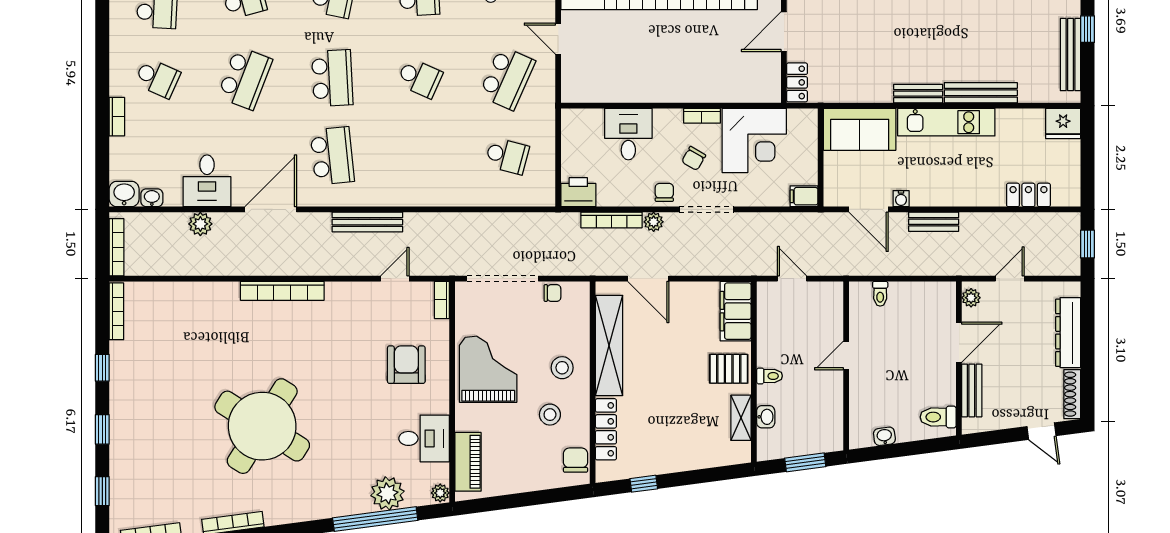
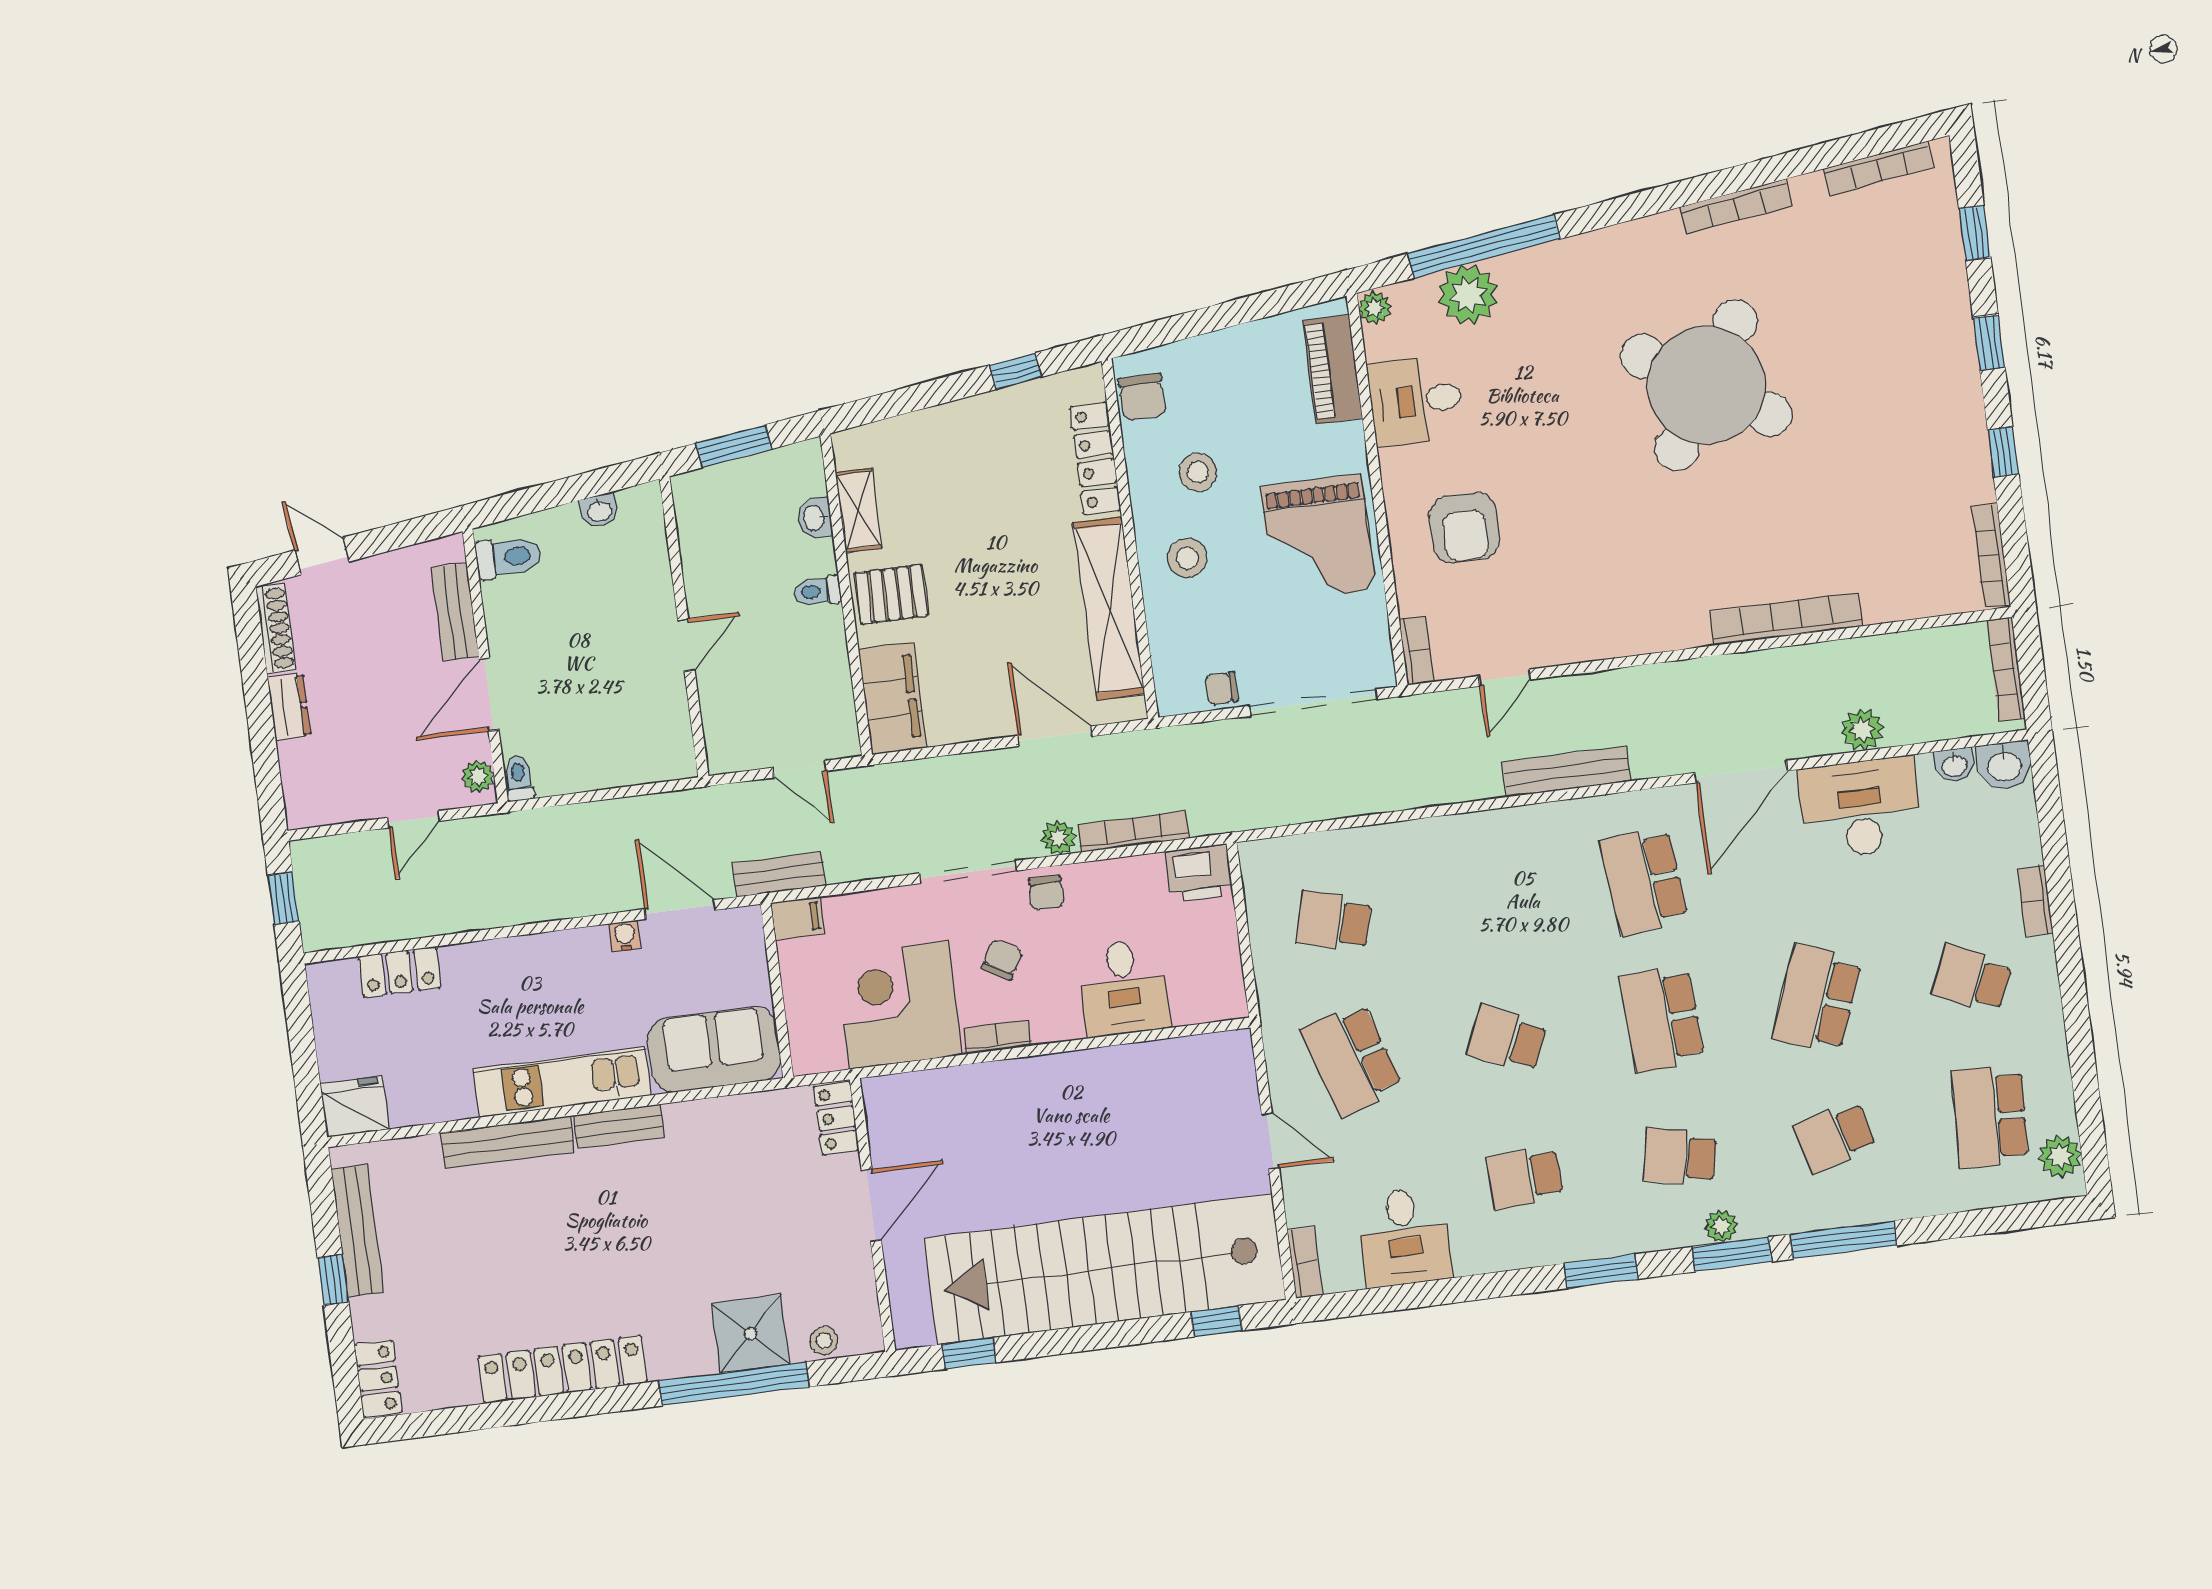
school desk: (507, 78) -> (1352, 1059), turned -42
desk: (207, 181) -> (1860, 808), width x1.37
bench: (934, 222) -> (779, 874), moved
bookcase: (282, 291) -> (1786, 619), moved
toilet: (880, 294) -> (519, 778), moved
dresser: (1068, 333) -> (289, 707), width x0.51, depth x0.80

